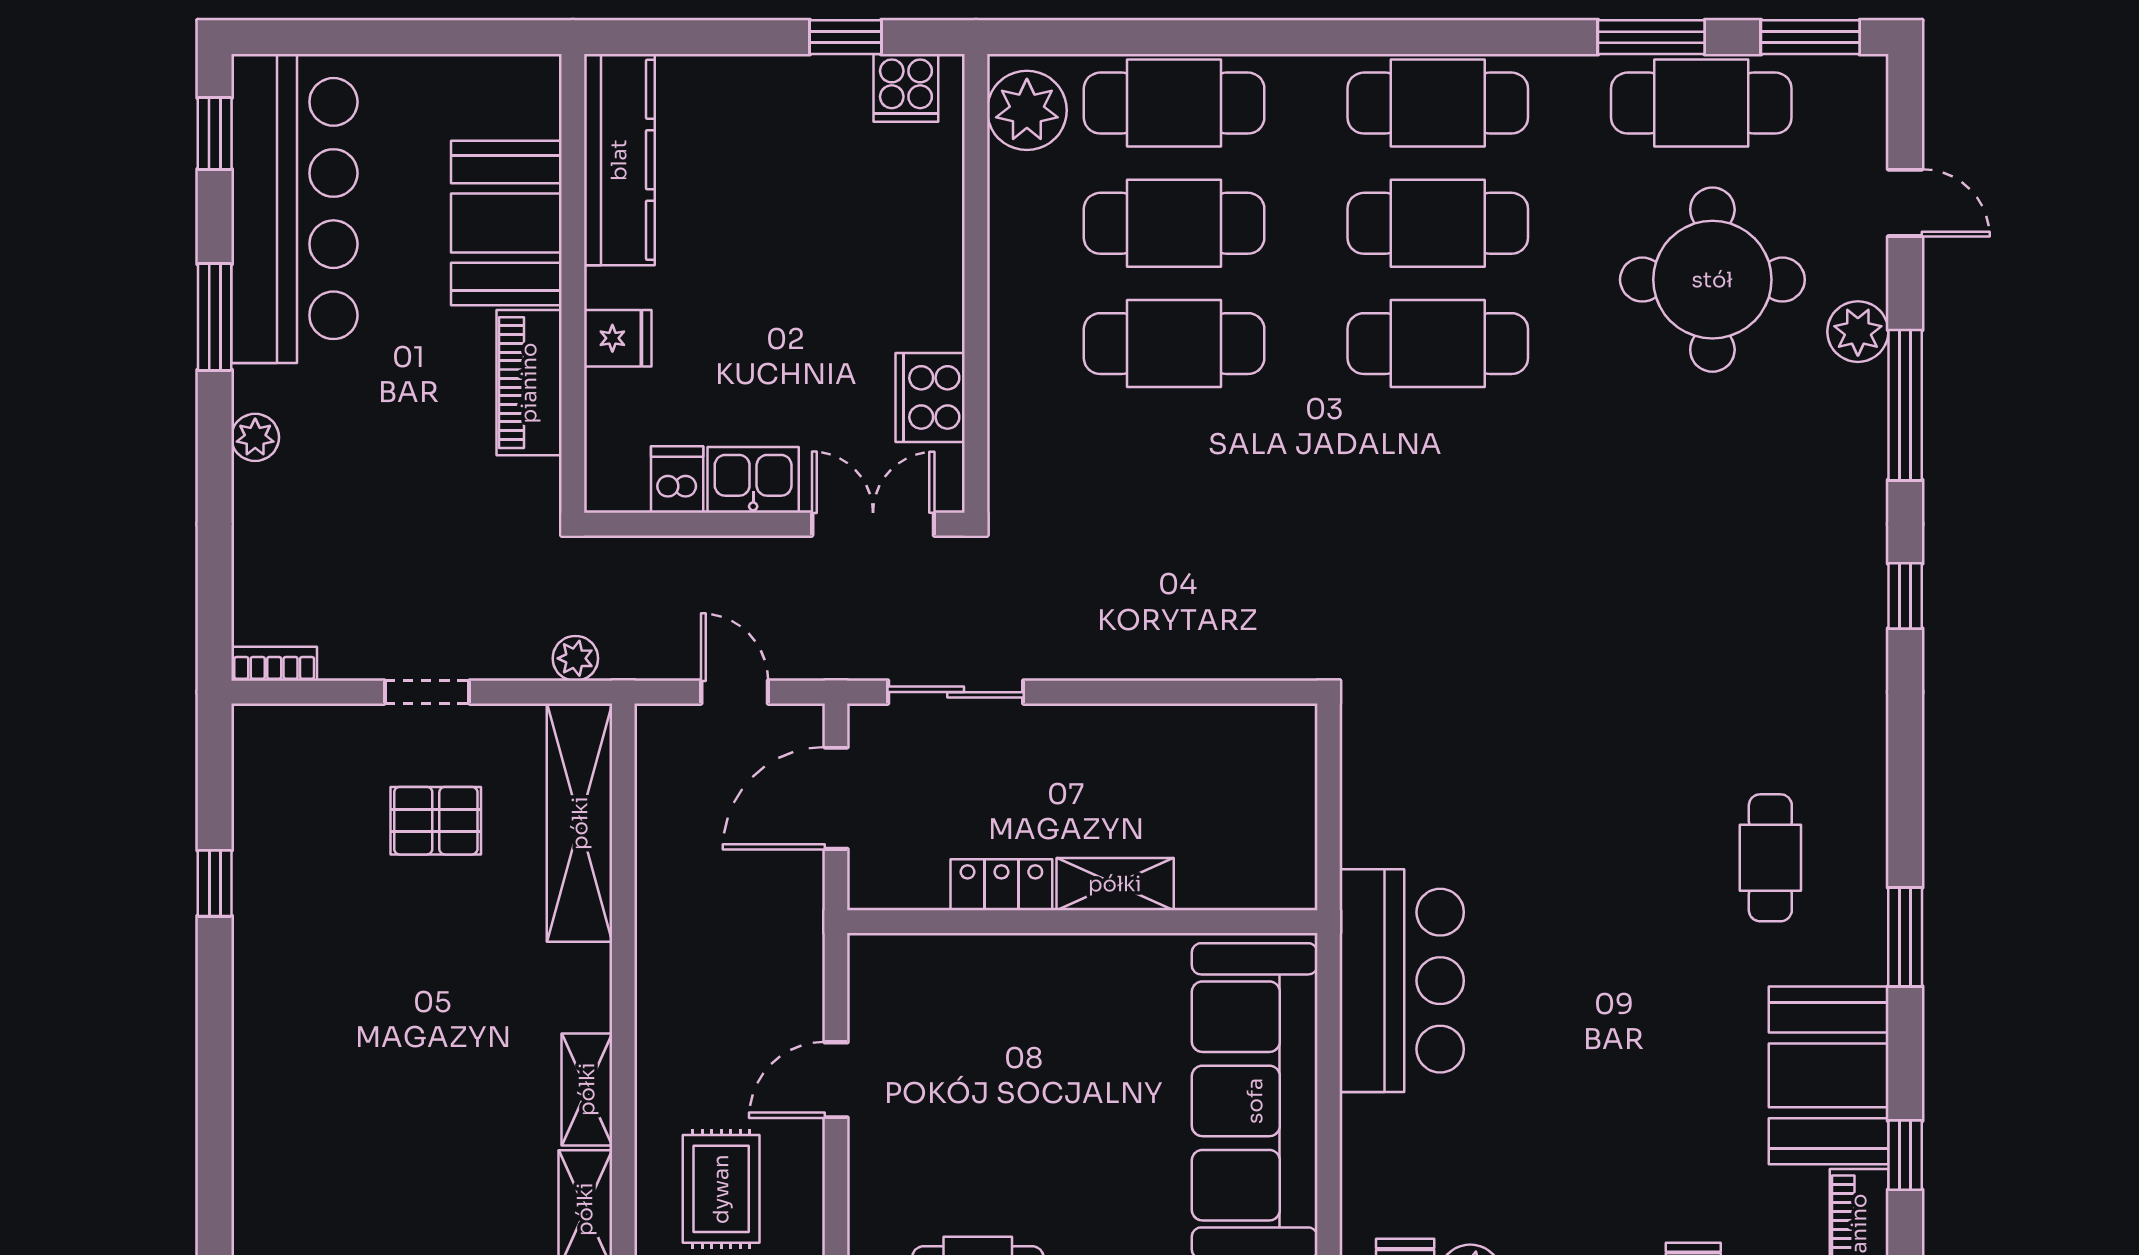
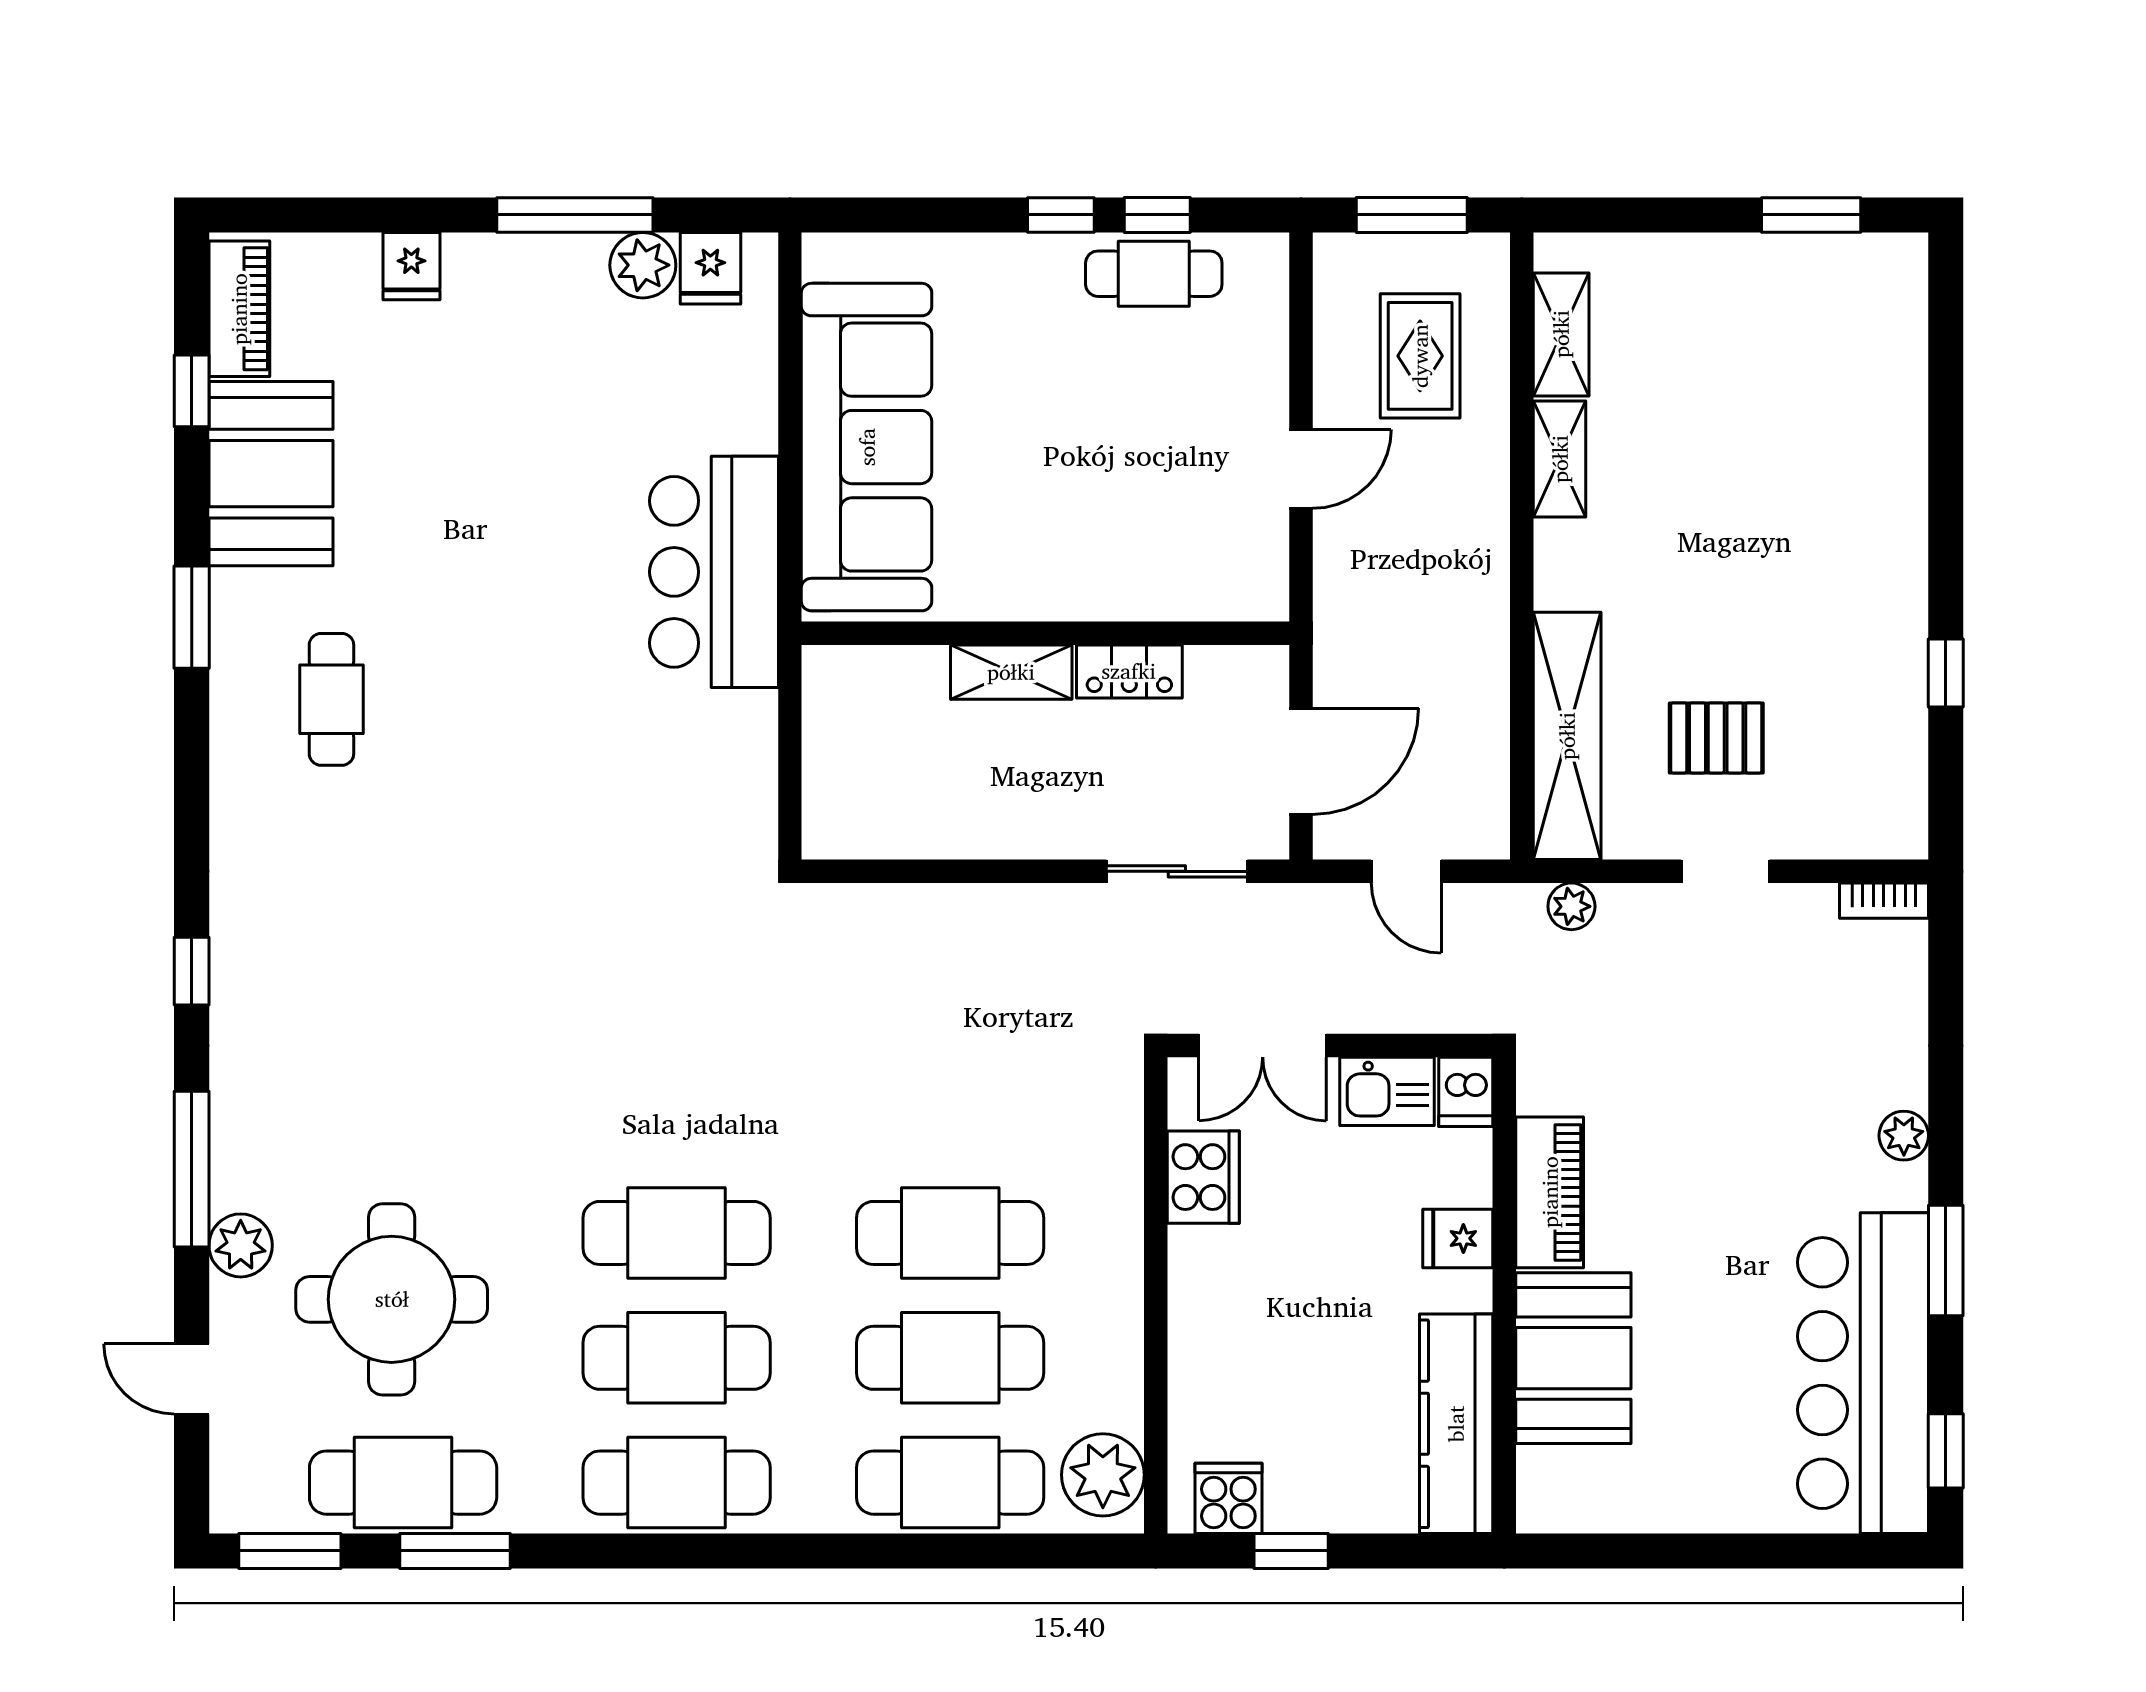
kitchen counter: (619, 160) -> (1456, 1424), moved
booth: (506, 223) -> (1573, 1358), moved
wall: (573, 283) -> (1504, 1295), moved
fridge: (618, 338) -> (1458, 1238), moved
piano: (529, 383) -> (1550, 1192), moved

